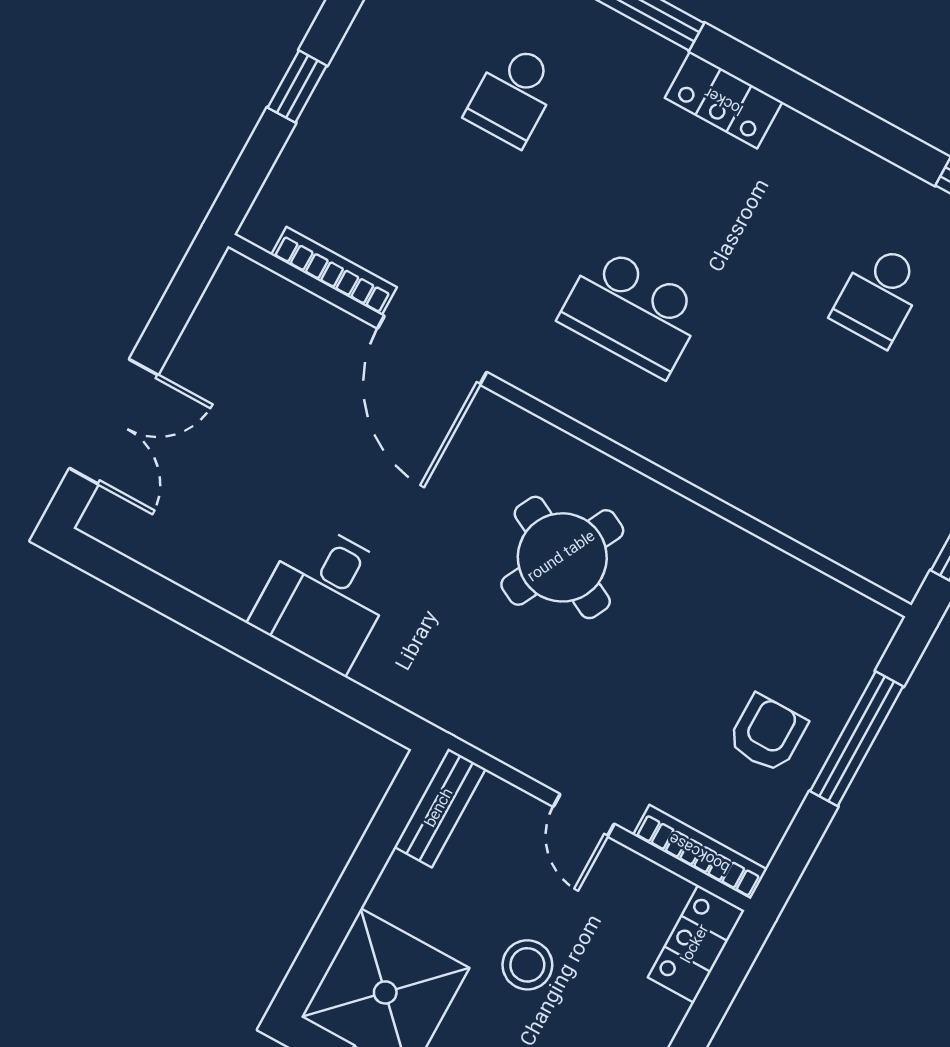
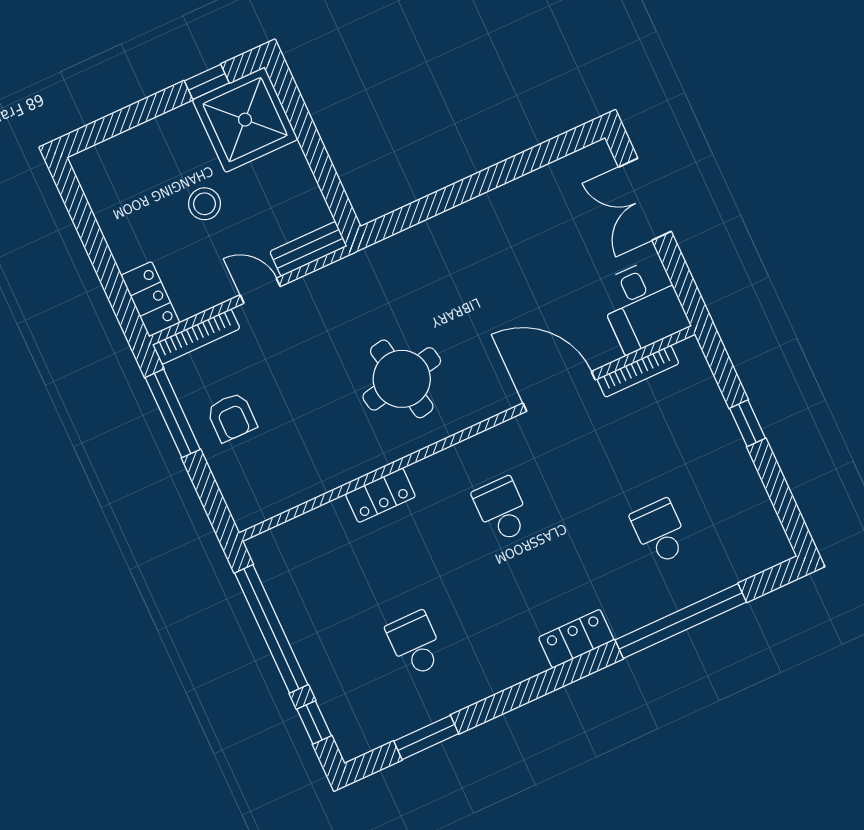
school desk: (632, 312) -> (502, 510), width x0.54
locker: (727, 476) -> (380, 495), added
round table: (562, 557) -> (402, 379), turned -38
desk: (325, 597) -> (642, 306), moved, turned 180
window: (857, 739) -> (173, 413), moved
bench: (440, 808) -> (308, 249), moved, turned 90

